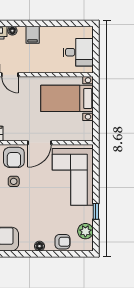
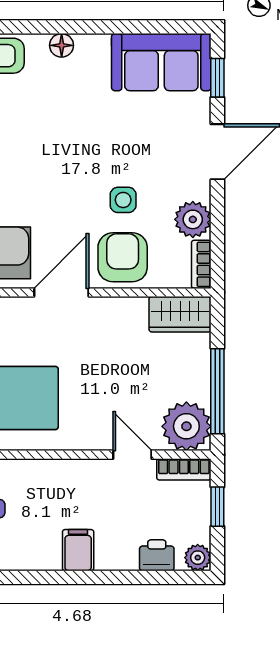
floor lamp: (12, 31) -> (126, 560), removed

